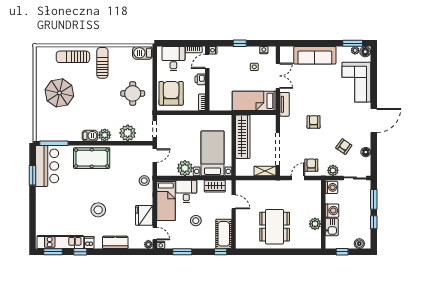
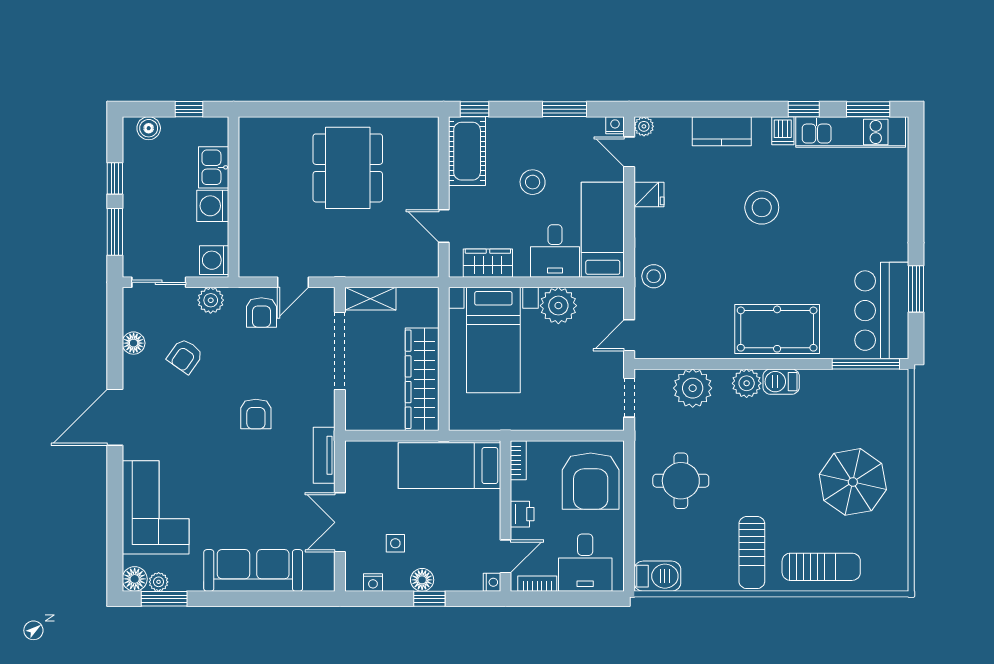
floor lamp: (243, 51) -> (422, 580), added
bed: (254, 101) -> (450, 466), moved, turned 180
fridge: (144, 215) -> (649, 194), width x0.53, depth x0.75
plant: (315, 224) -> (253, 175), removed

